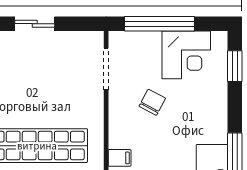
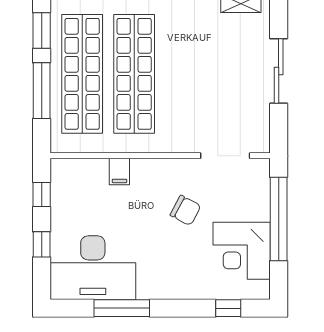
sliding door: (35, 24) -> (279, 71), width x1.37
window: (235, 66) -> (228, 308), width x0.67

